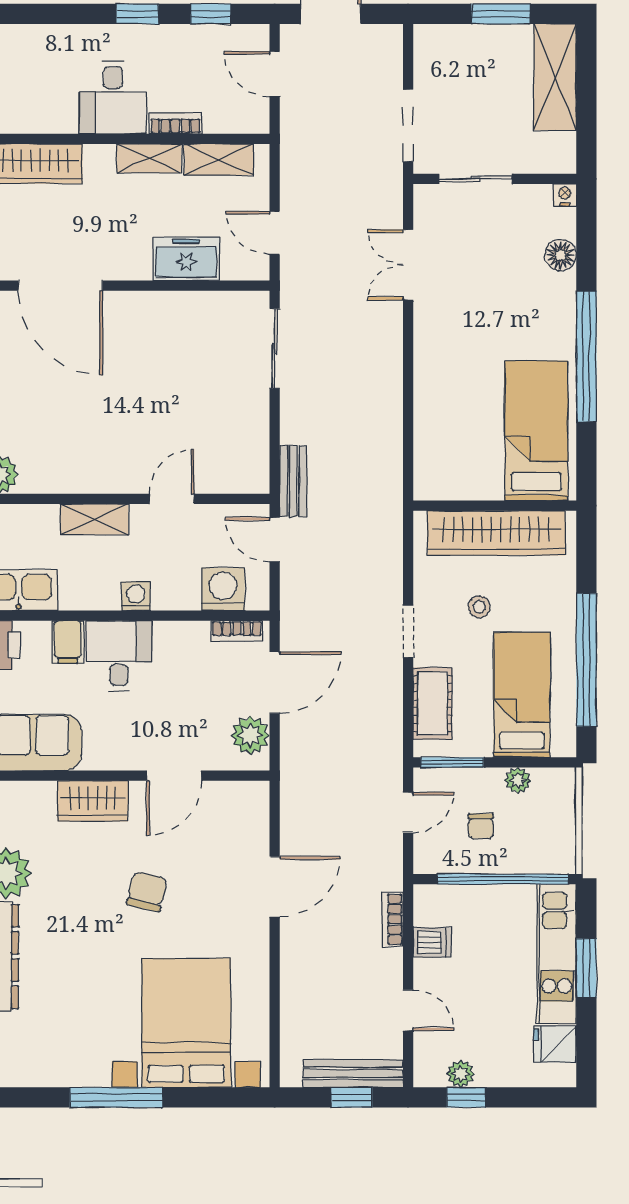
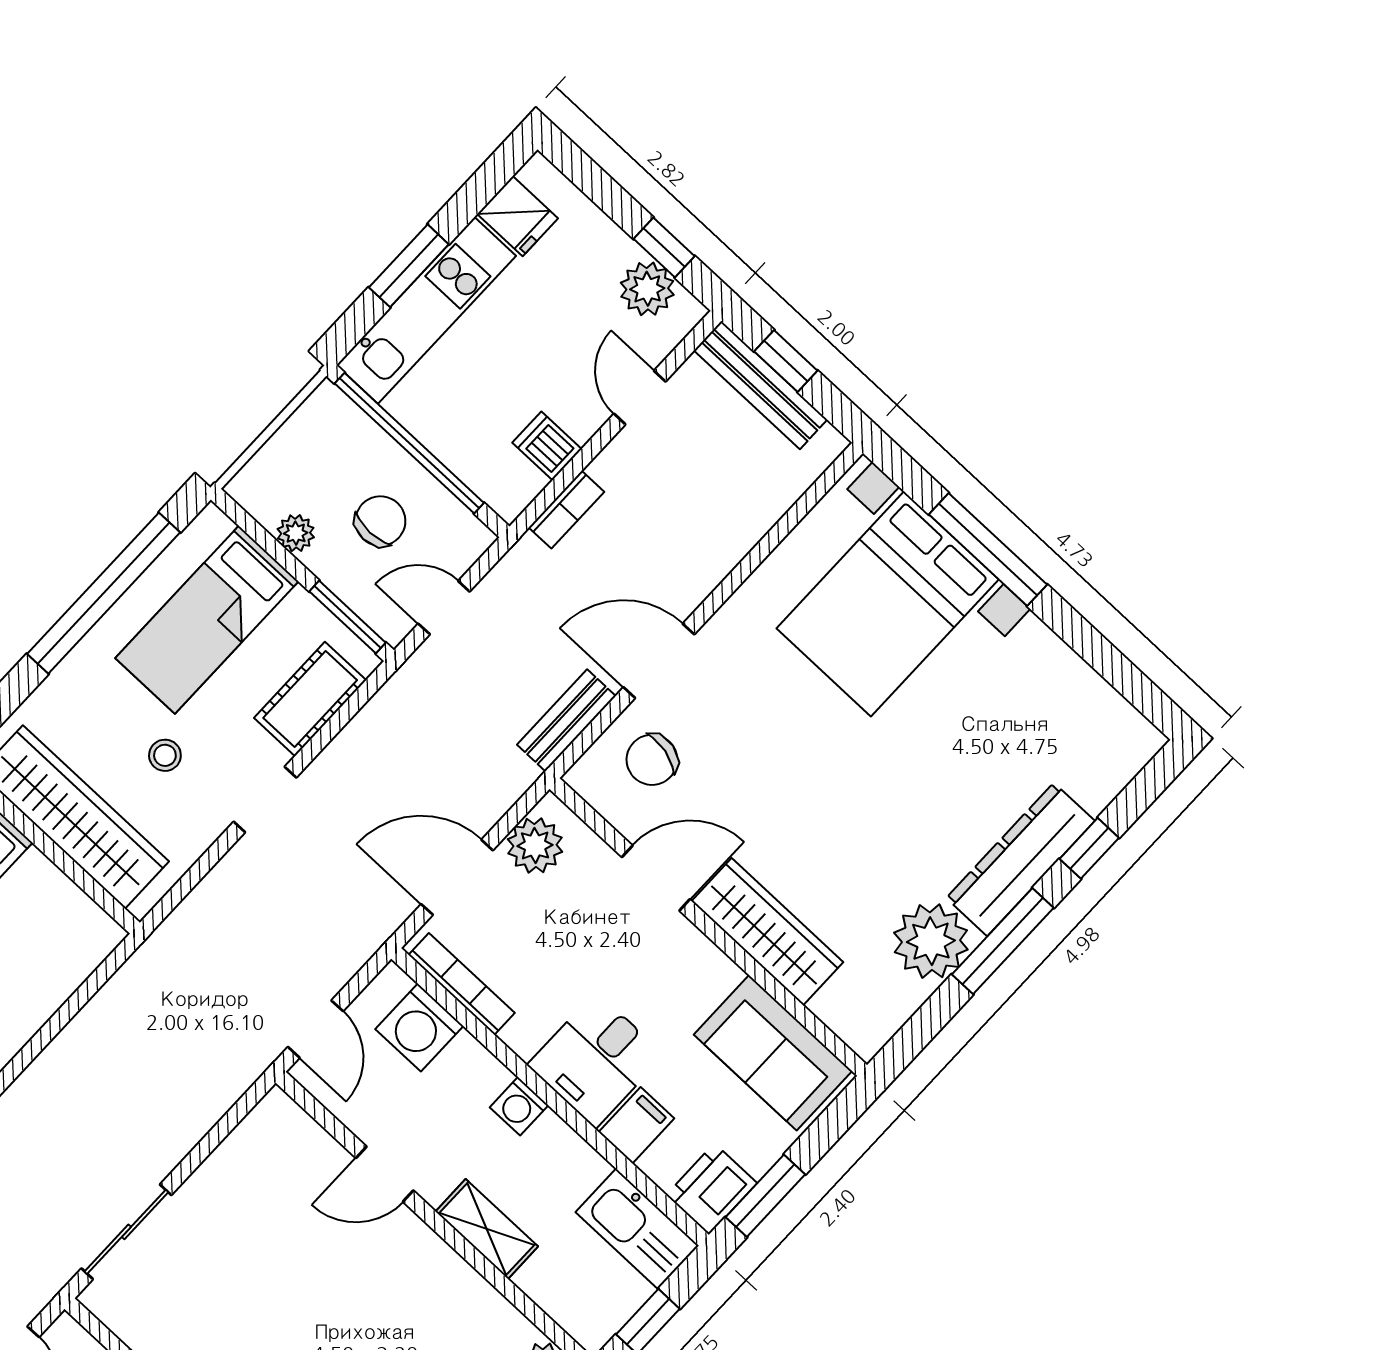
bench: (293, 481) -> (566, 720), moved
bookcase: (237, 631) -> (462, 984), width x1.56
wardrobe: (93, 801) -> (767, 932), width x1.50
chair: (481, 826) -> (380, 521), width x1.37, depth x1.37
chair: (147, 892) -> (652, 760), moved
plant: (460, 1074) -> (647, 289), width x1.38, depth x1.38
window: (116, 1097) -> (988, 549), moved

